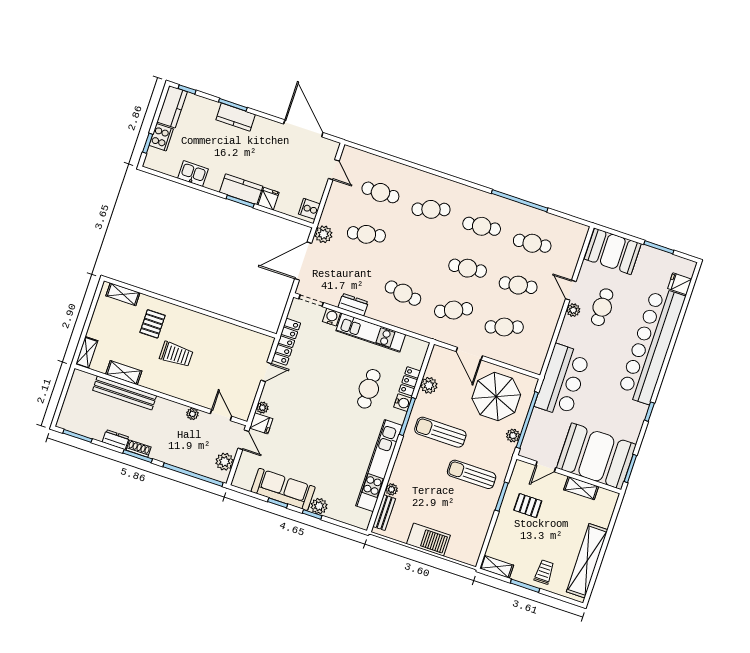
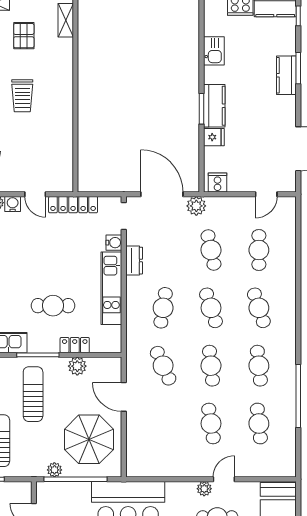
pallet: (153, 324) -> (24, 36), moved, turned 90
cafe table: (504, 327) -> (211, 308), moved
door: (469, 354) -> (124, 397), hinge flipped
water cooler: (403, 403) -> (13, 204), moved, turned 180

